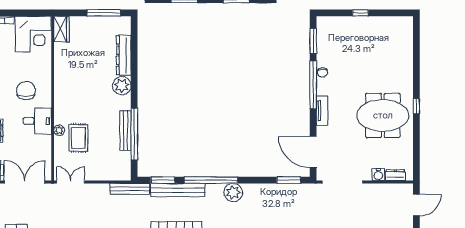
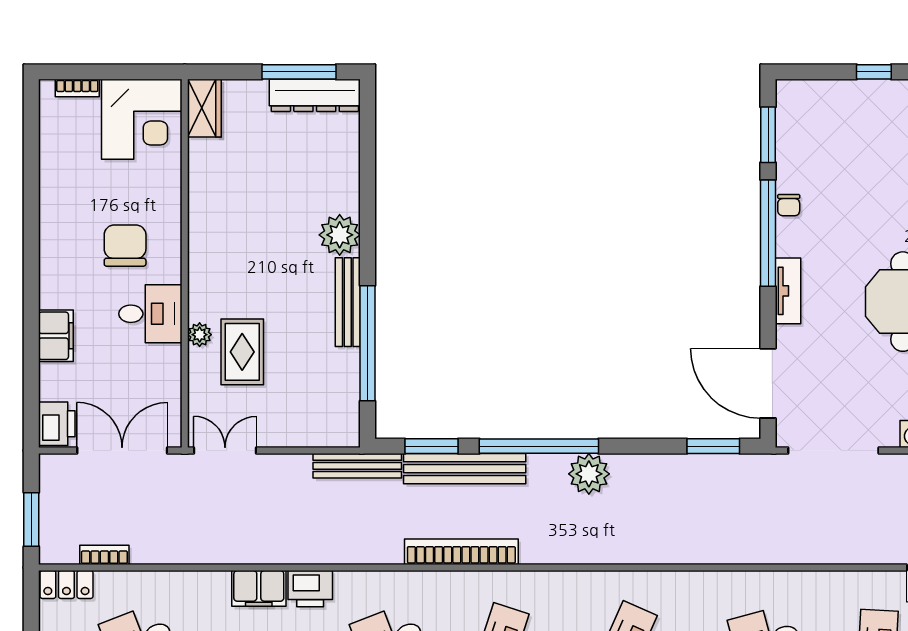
dresser: (124, 55) -> (315, 95), moved, turned -90
bench: (125, 130) -> (348, 302), moved

